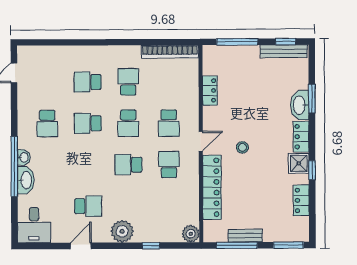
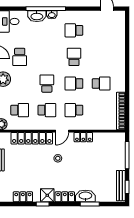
school desk: (88, 82) -> (20, 110), moved, turned 90
locker: (210, 91) -> (83, 137), moved
door: (201, 141) -> (62, 131), hinge flipped

